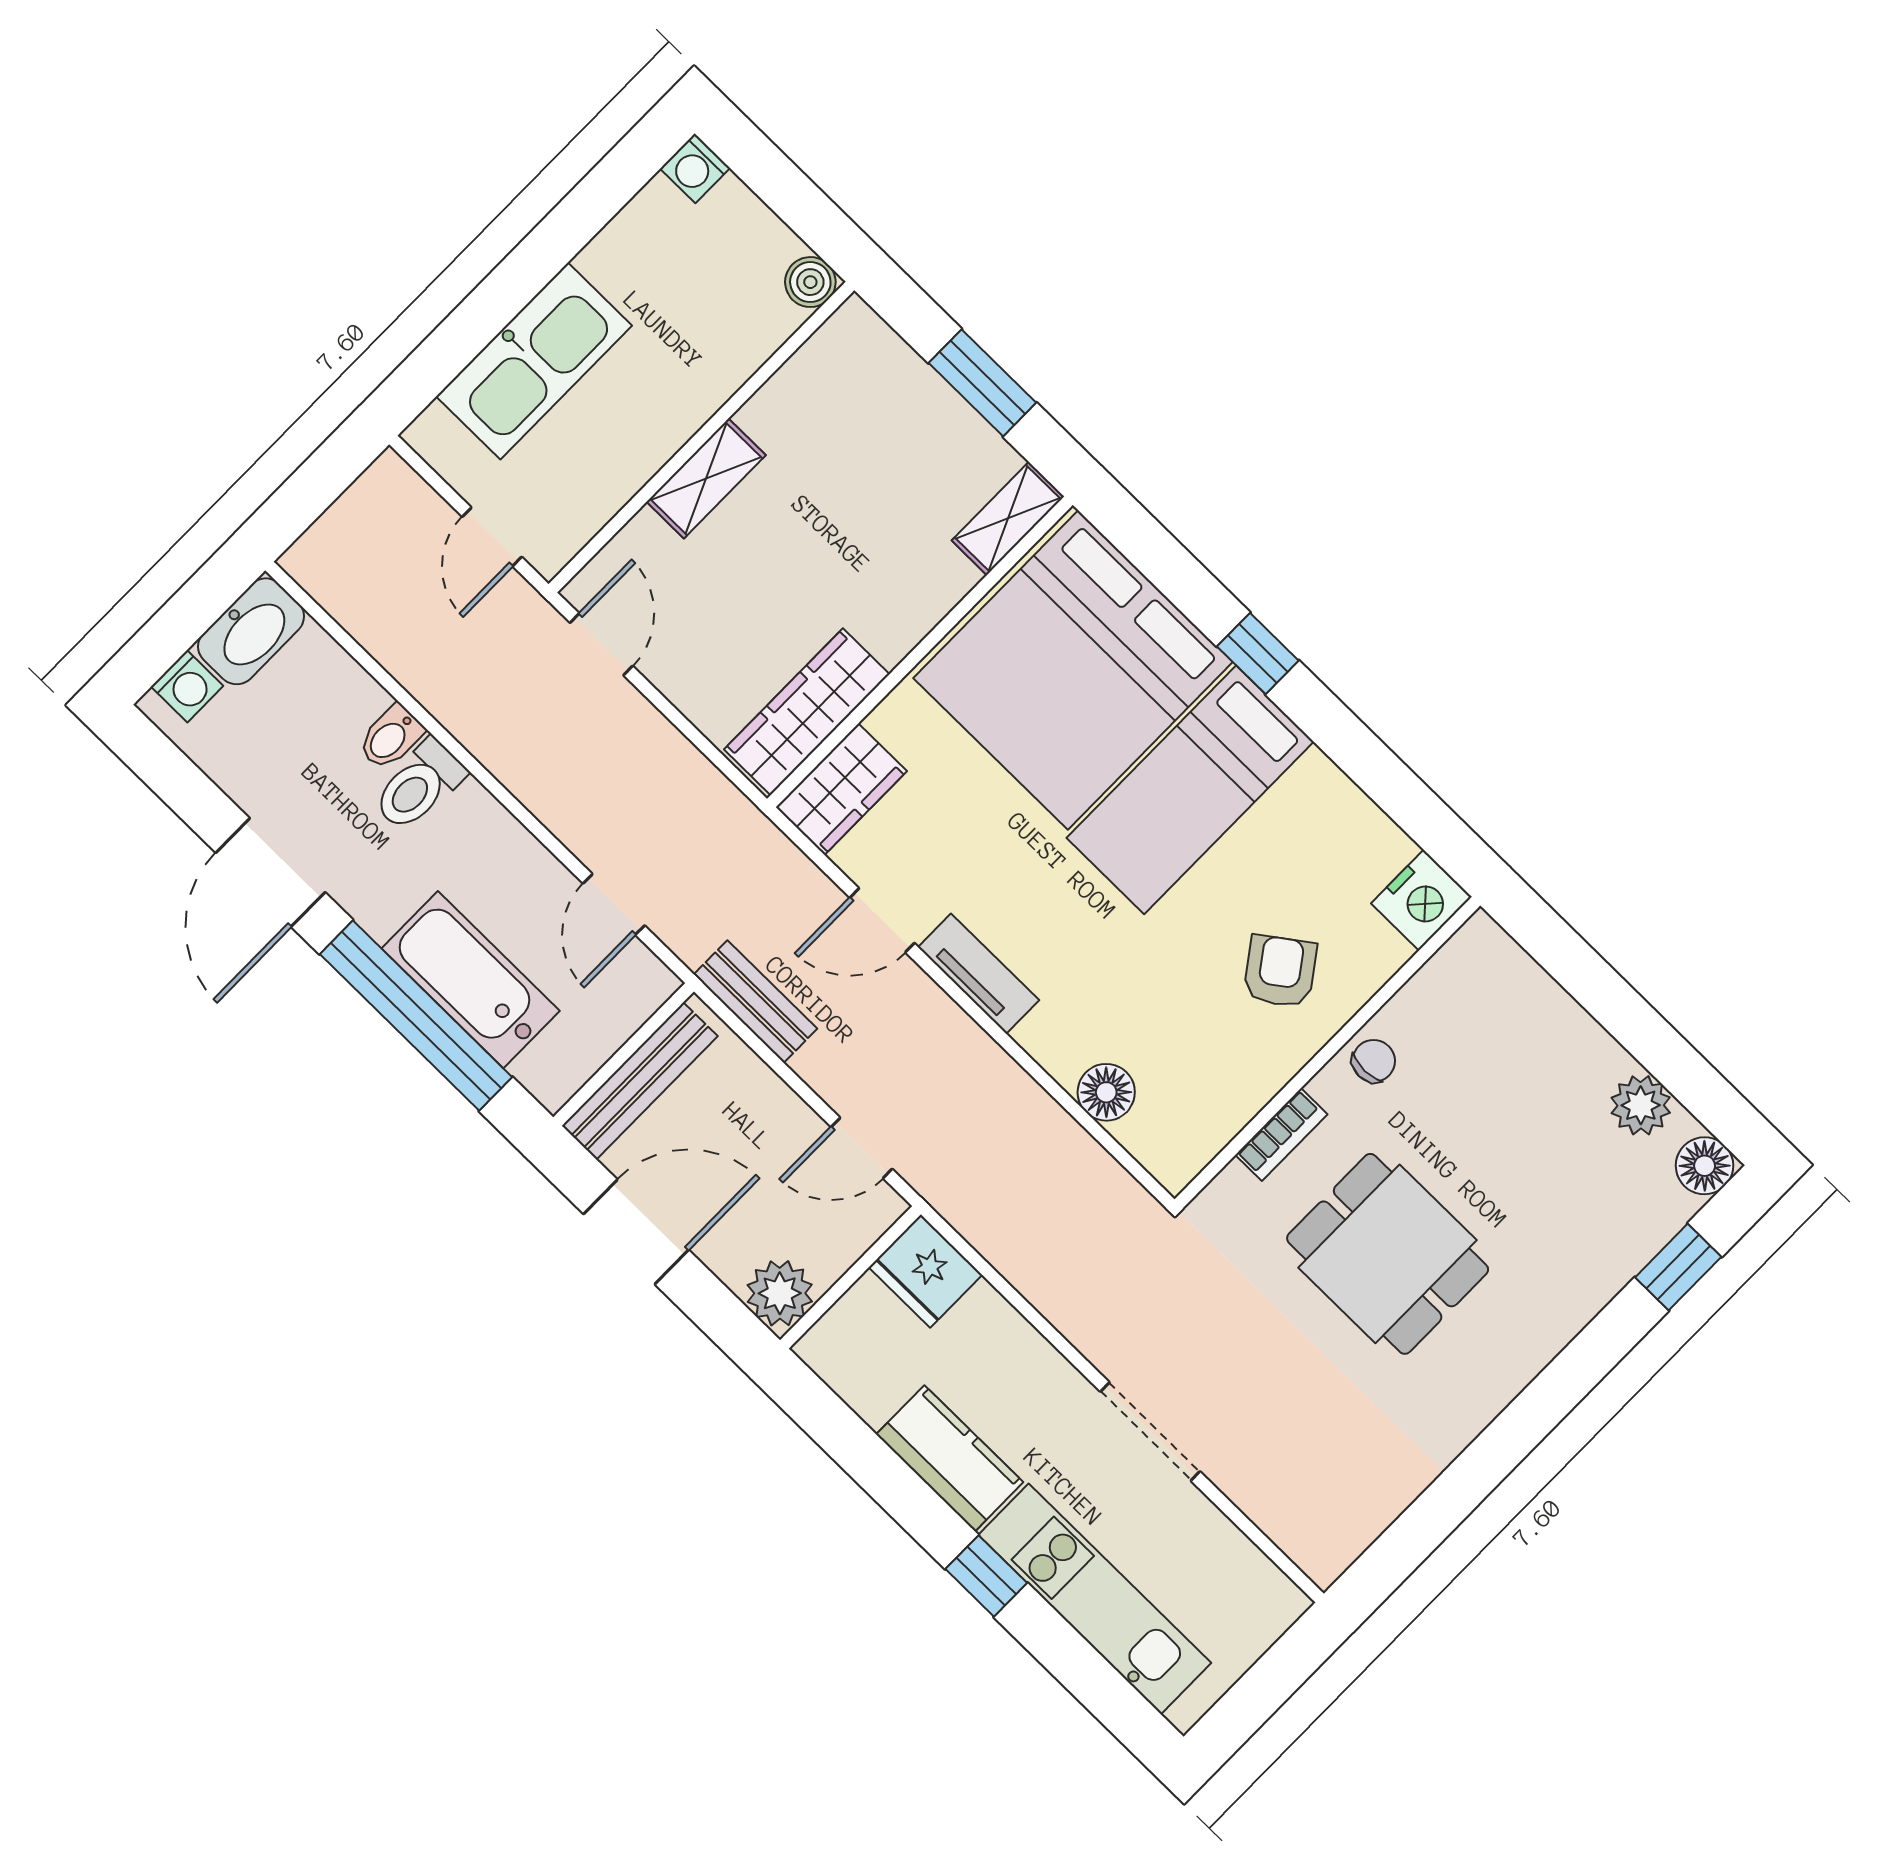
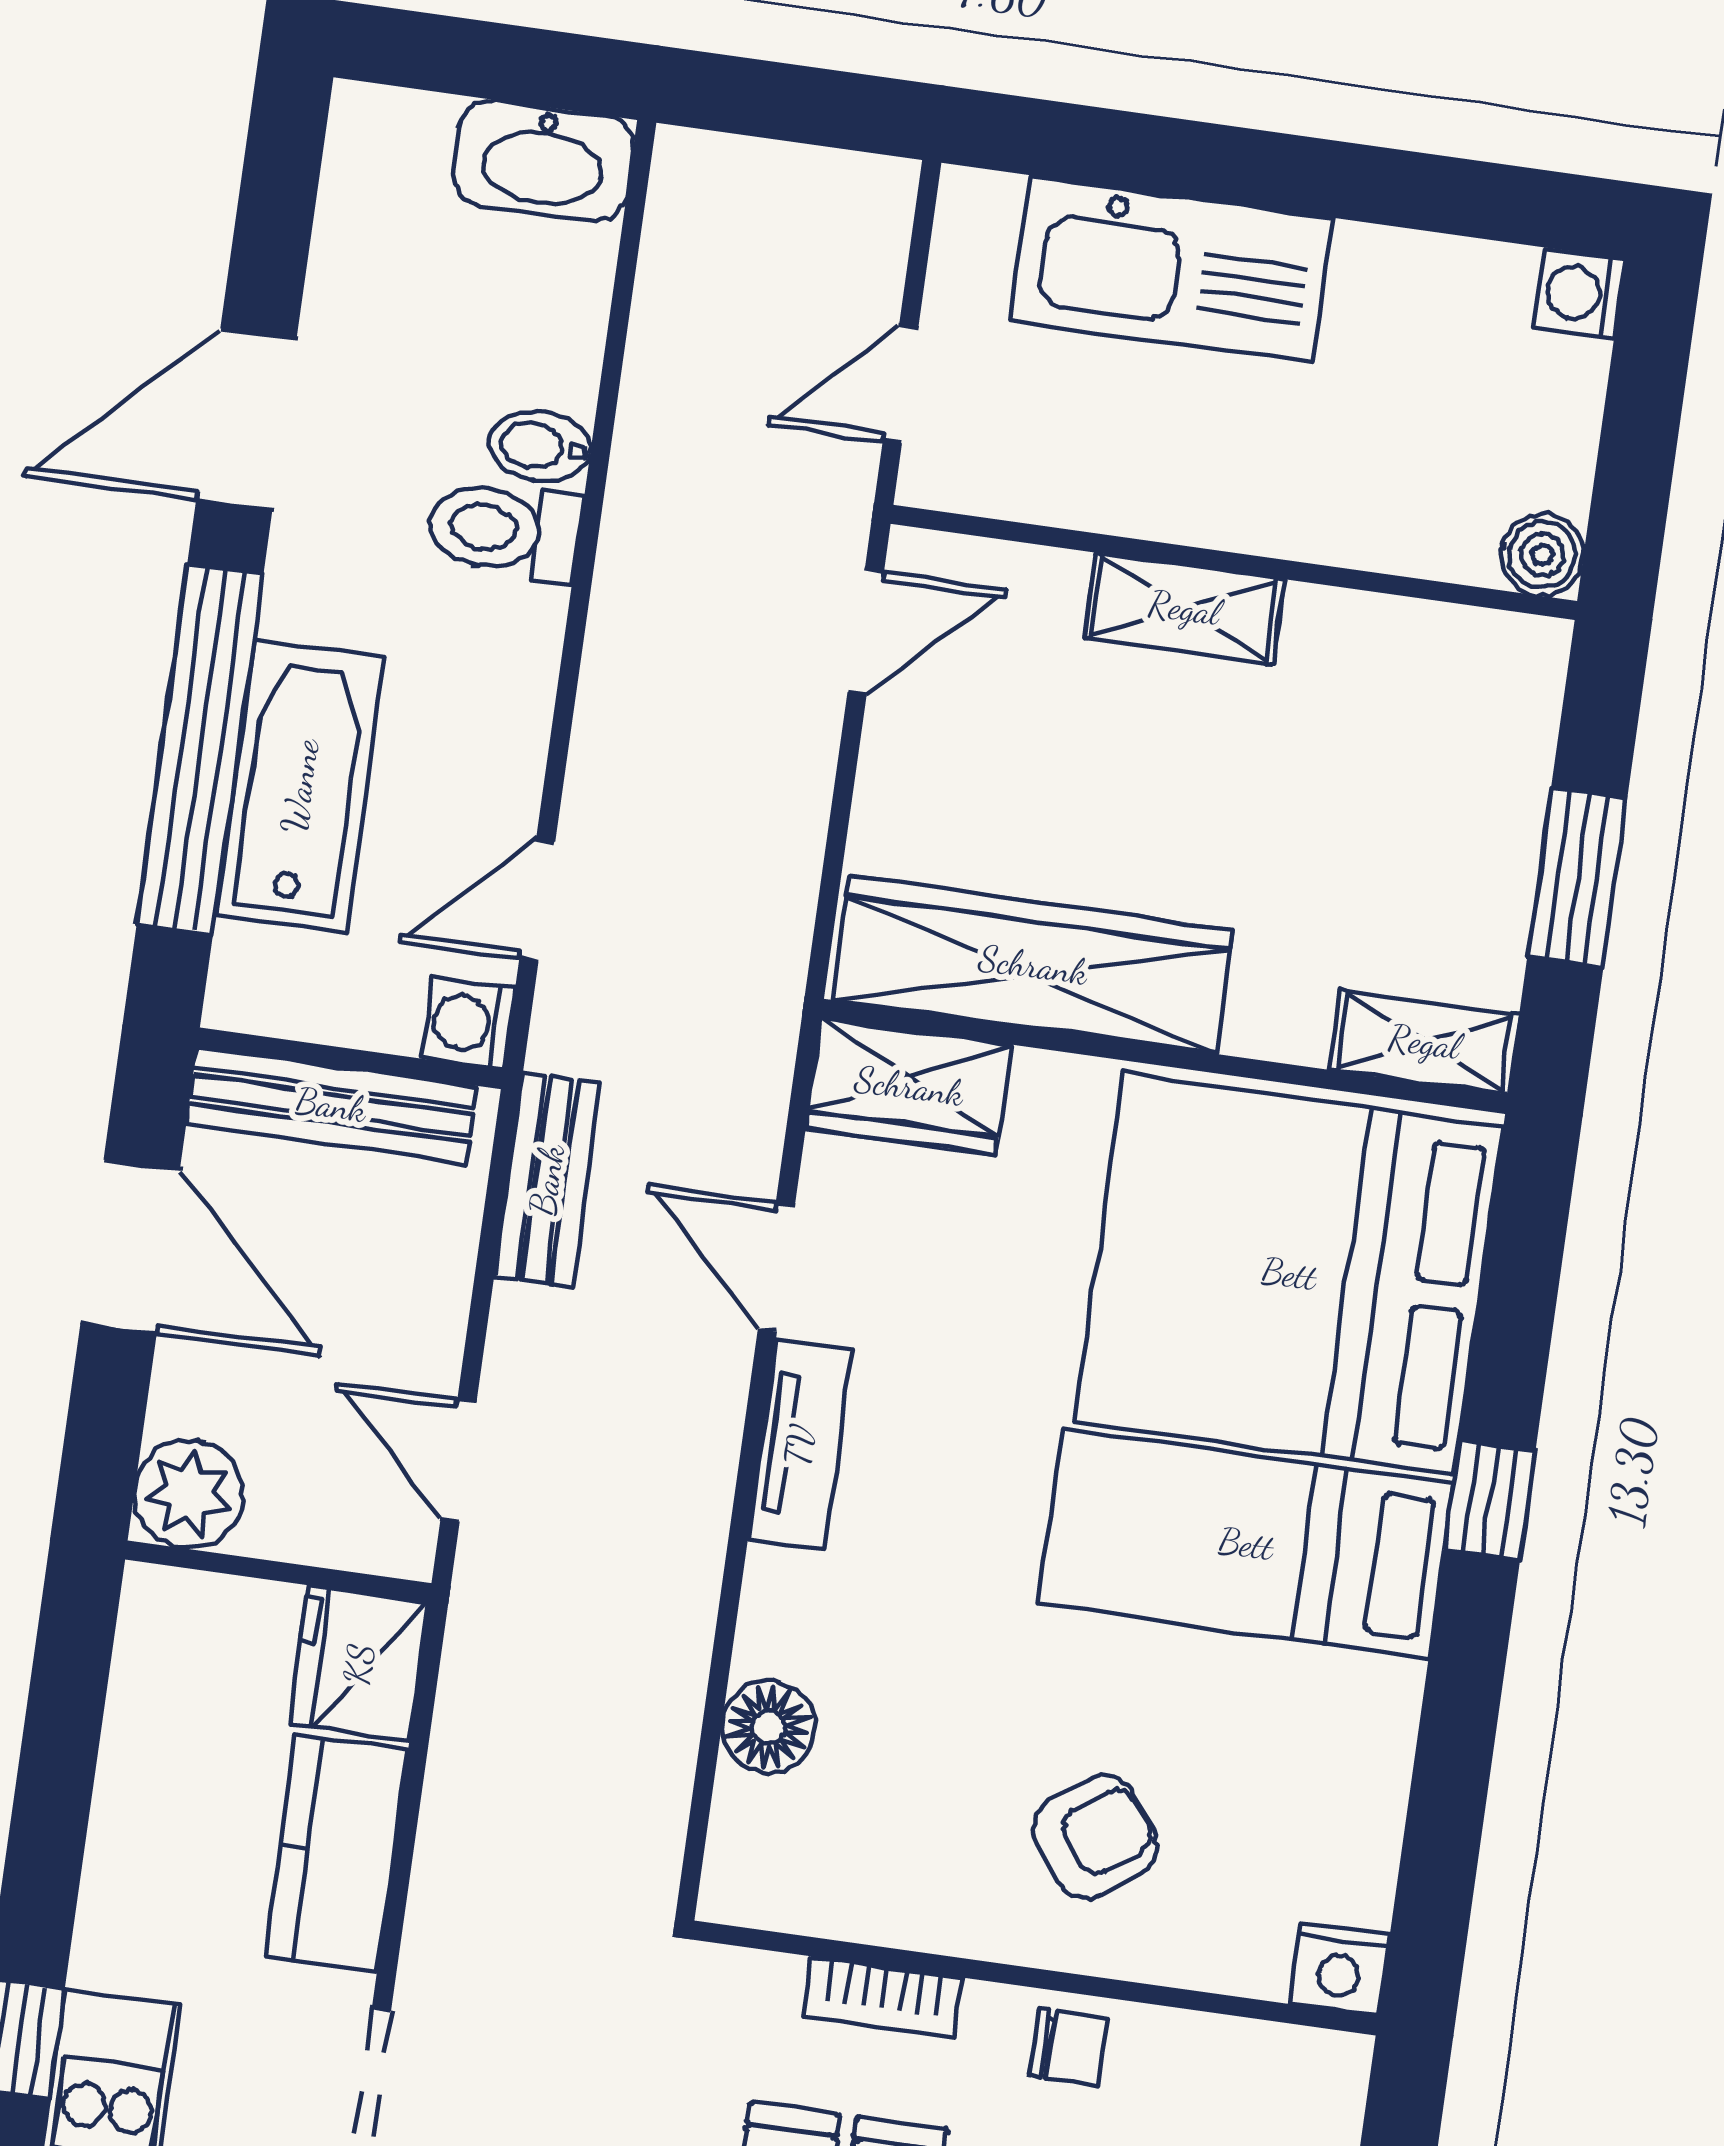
washing machine: (187, 686) -> (468, 1023), moved, turned 90
wardrobe: (807, 712) -> (1033, 965), width x1.40, depth x1.17
nightstand: (1421, 900) -> (1339, 1969), width x0.74, depth x0.75
kitchen counter: (950, 1458) -> (337, 1853), moved, turned 180

